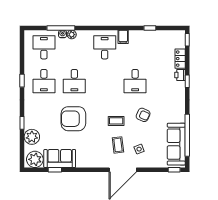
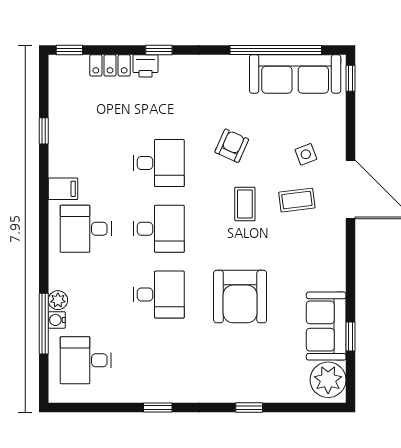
desk: (44, 81) -> (159, 229), moved
plant: (32, 137) -> (279, 386), removed

